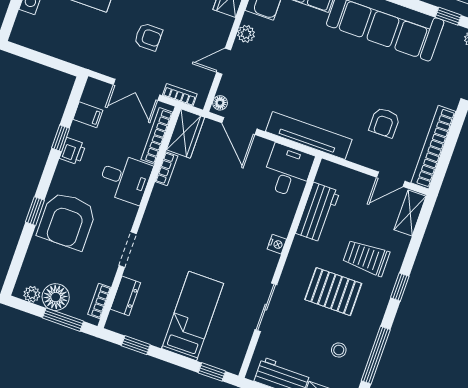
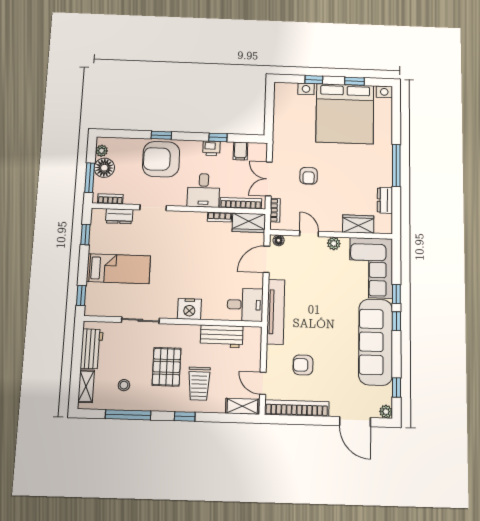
nightstand: (277, 244) -> (189, 309), width x1.89, depth x1.79
trolley: (366, 258) -> (199, 384), turned 180

